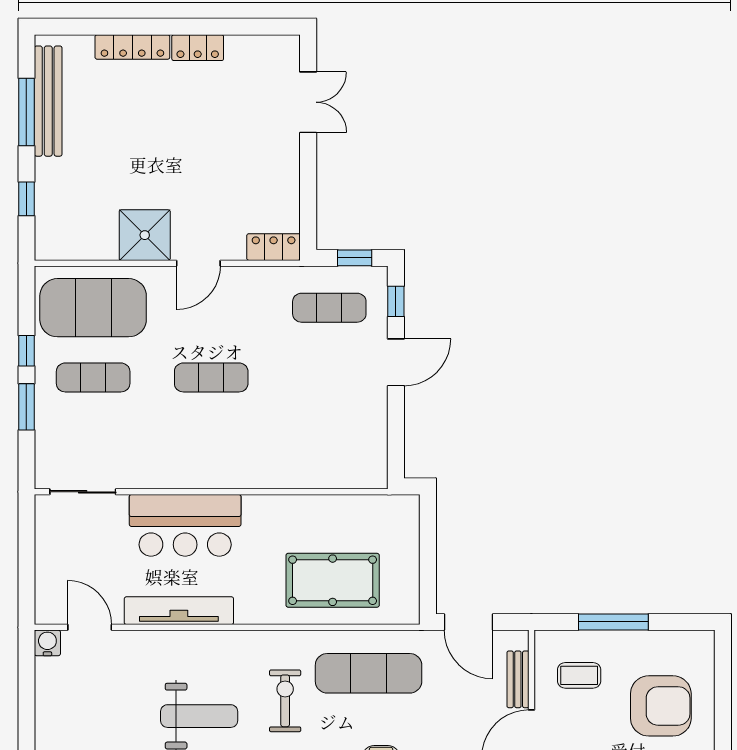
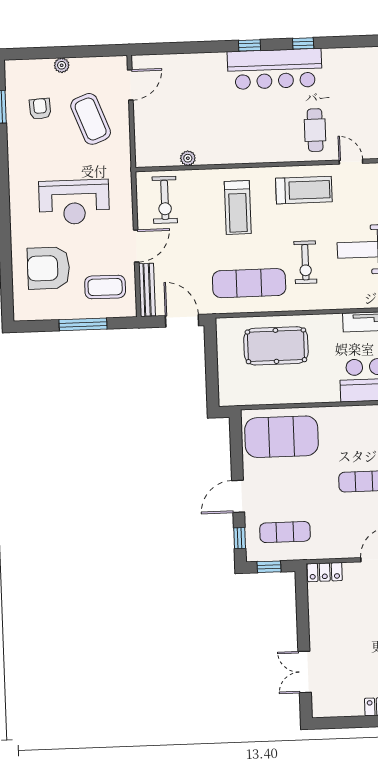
exercise mat: (329, 447) -> (282, 437), added
coffee table: (579, 675) -> (105, 287), width x1.36, depth x1.30
bench: (518, 679) -> (147, 290), width x1.36

